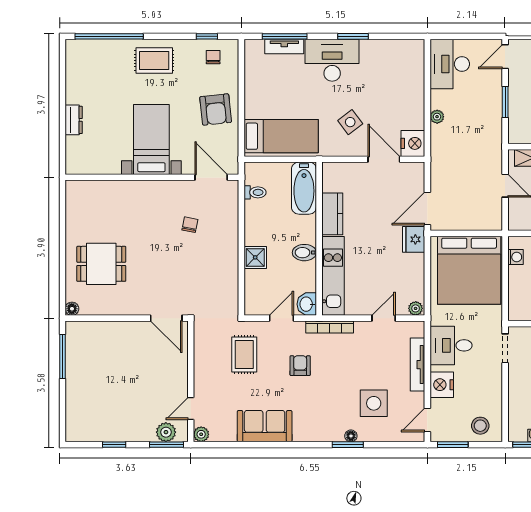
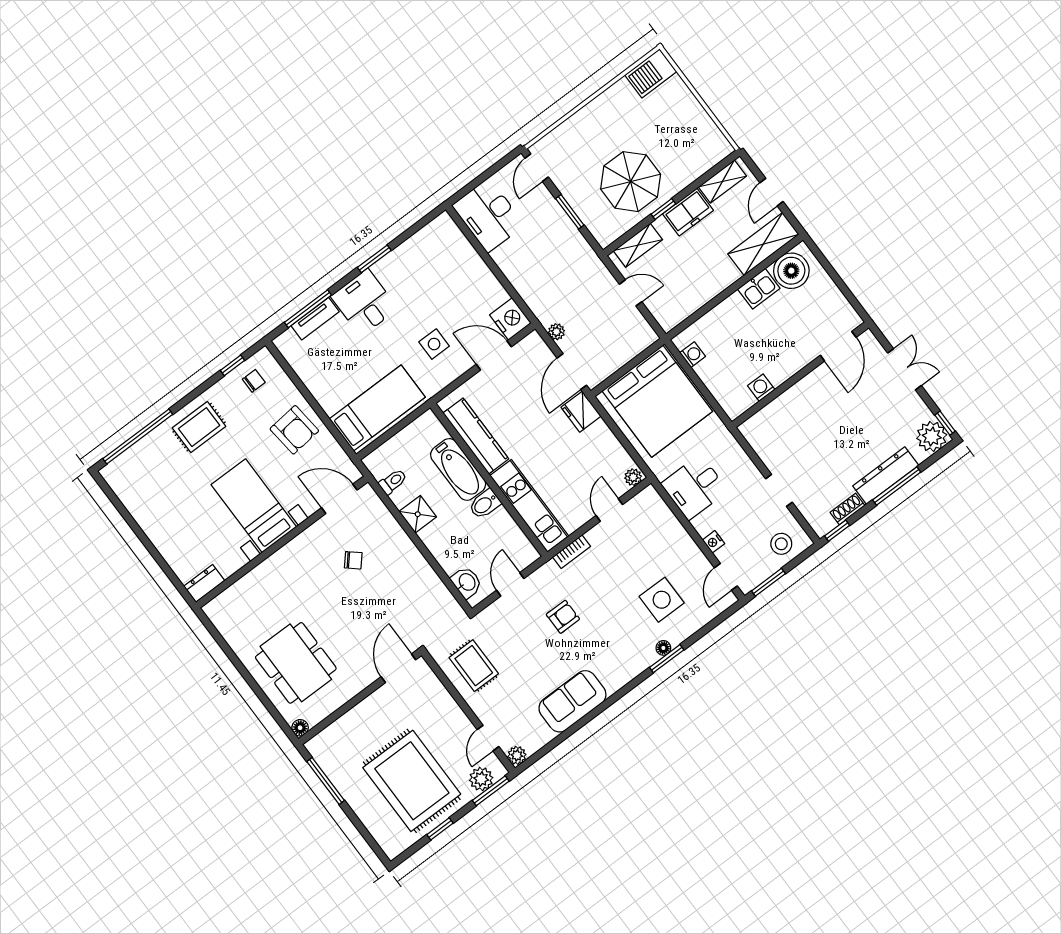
chair: (213, 57) -> (254, 381), turned 90
desk: (332, 60) -> (364, 303), width x0.73
plant: (437, 117) -> (556, 332), moved
dresser: (74, 120) -> (204, 583), moved, turned -90
side table: (350, 122) -> (434, 344), turned 37
bathtub: (304, 188) -> (458, 469), moved
kitchen counter: (332, 214) -> (476, 436), width x1.50
chair: (190, 225) -> (353, 560), turned 120
shower: (255, 257) -> (418, 514), moved
dining table: (101, 264) -> (296, 663), width x1.38
washbasin: (307, 304) -> (467, 582), moved, turned 180
door: (166, 318) -> (398, 668), swing flipped
bookcase: (330, 327) -> (572, 552), width x0.64
doorway: (505, 348) -> (779, 490), moved
rug: (244, 354) -> (474, 666), moved
tv unit: (418, 365) -> (676, 530), removed
armchair: (300, 366) -> (563, 617), turned 90
nightstand: (442, 385) -> (714, 542), width x0.53, depth x0.56
rug: (119, 399) -> (412, 781), added

